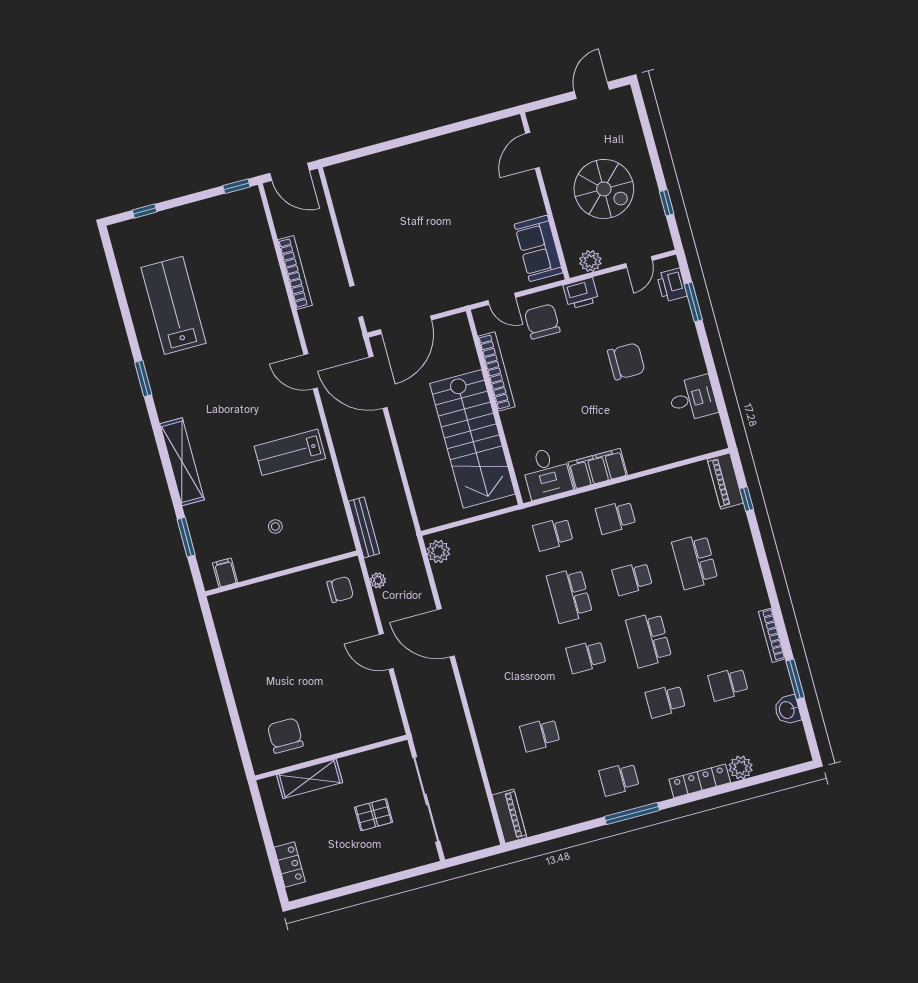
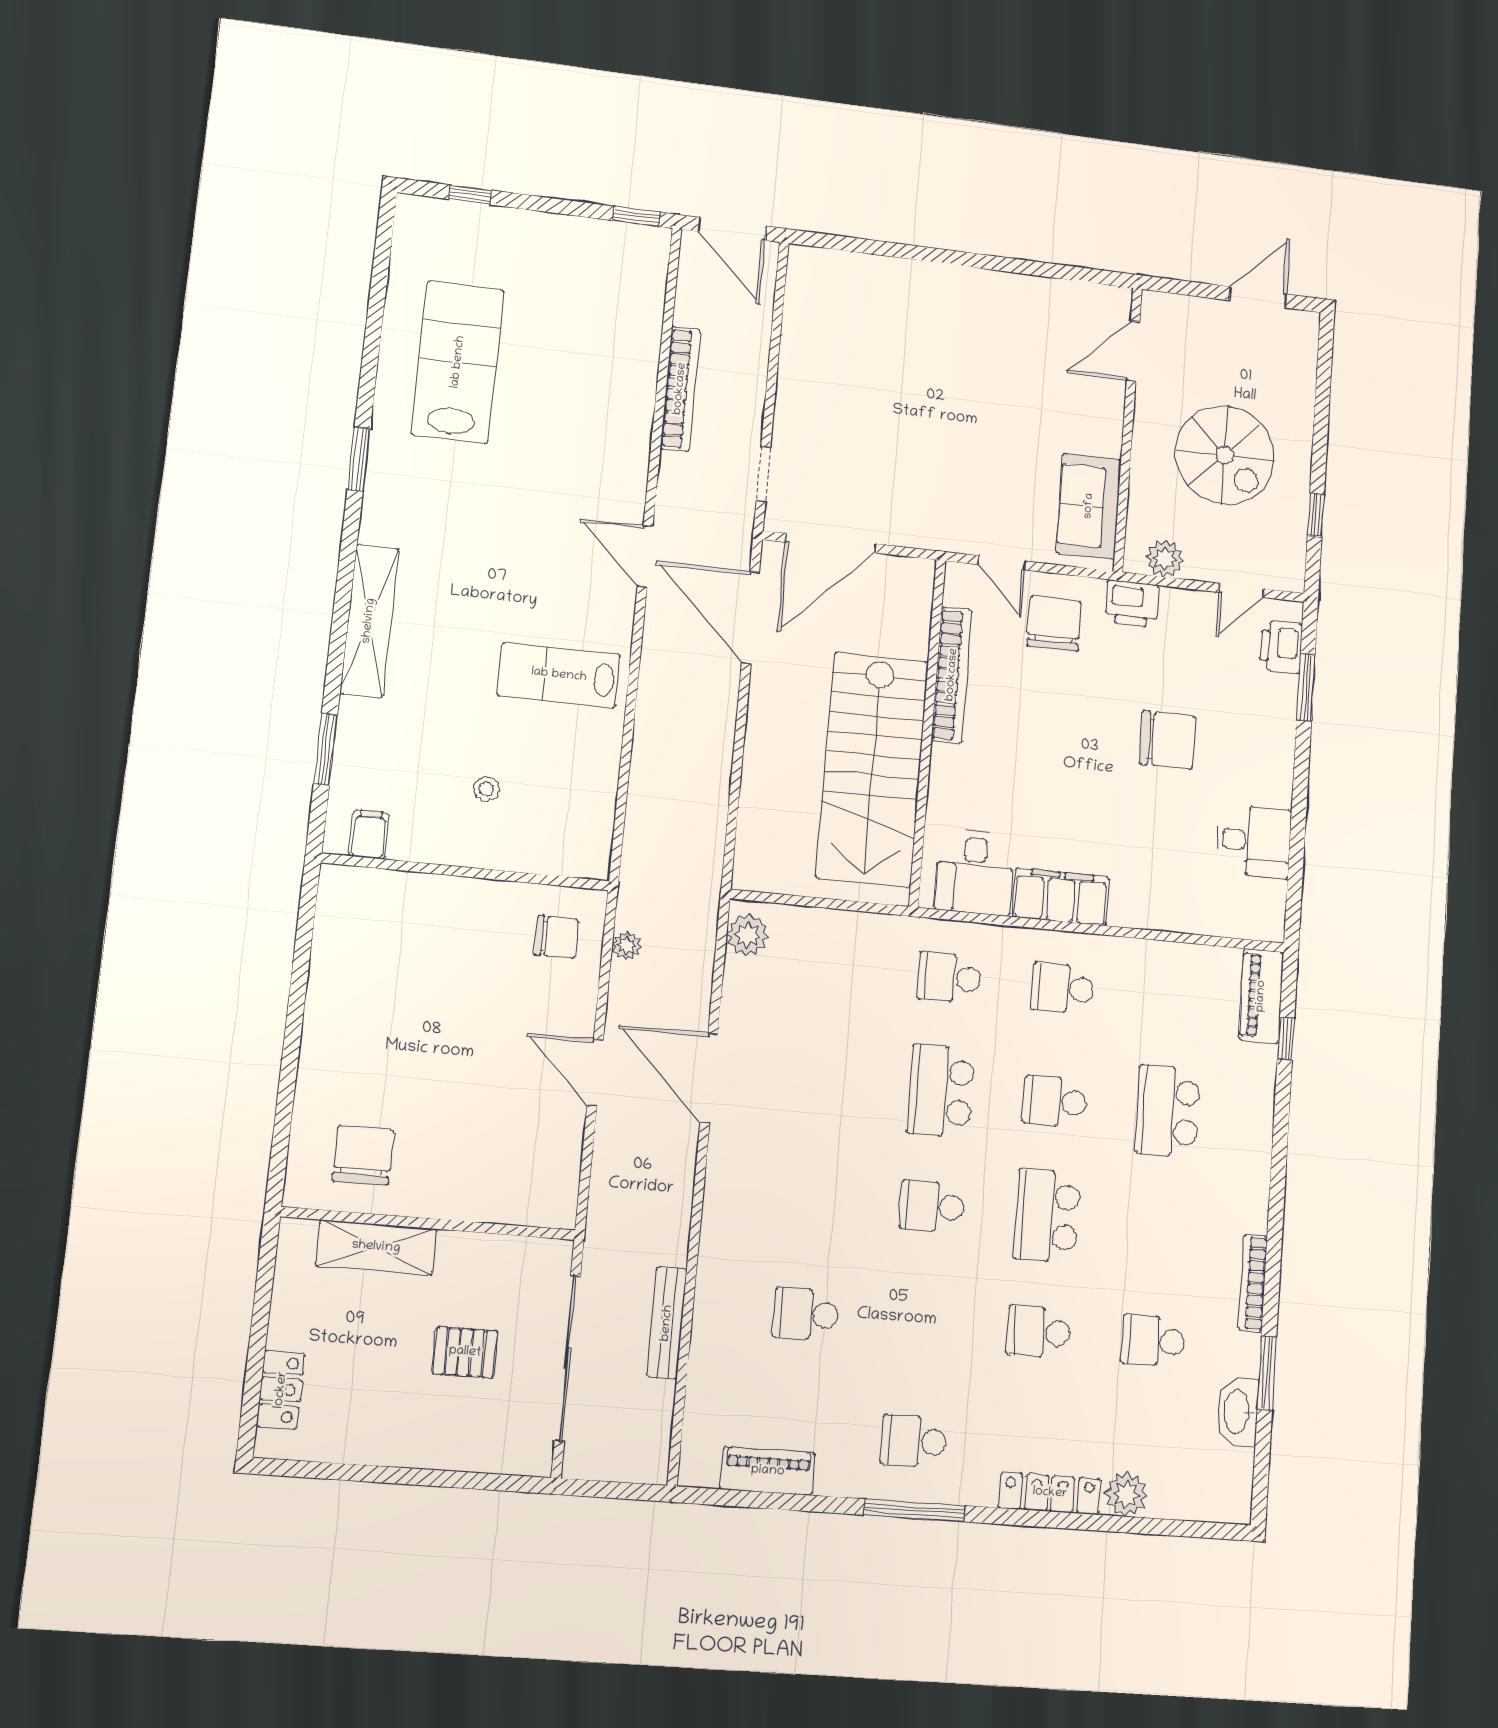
bench: (364, 527) -> (667, 1323), moved
washbasin: (787, 710) -> (1237, 1412), width x1.38
piano: (509, 816) -> (768, 1471), moved, turned -90

